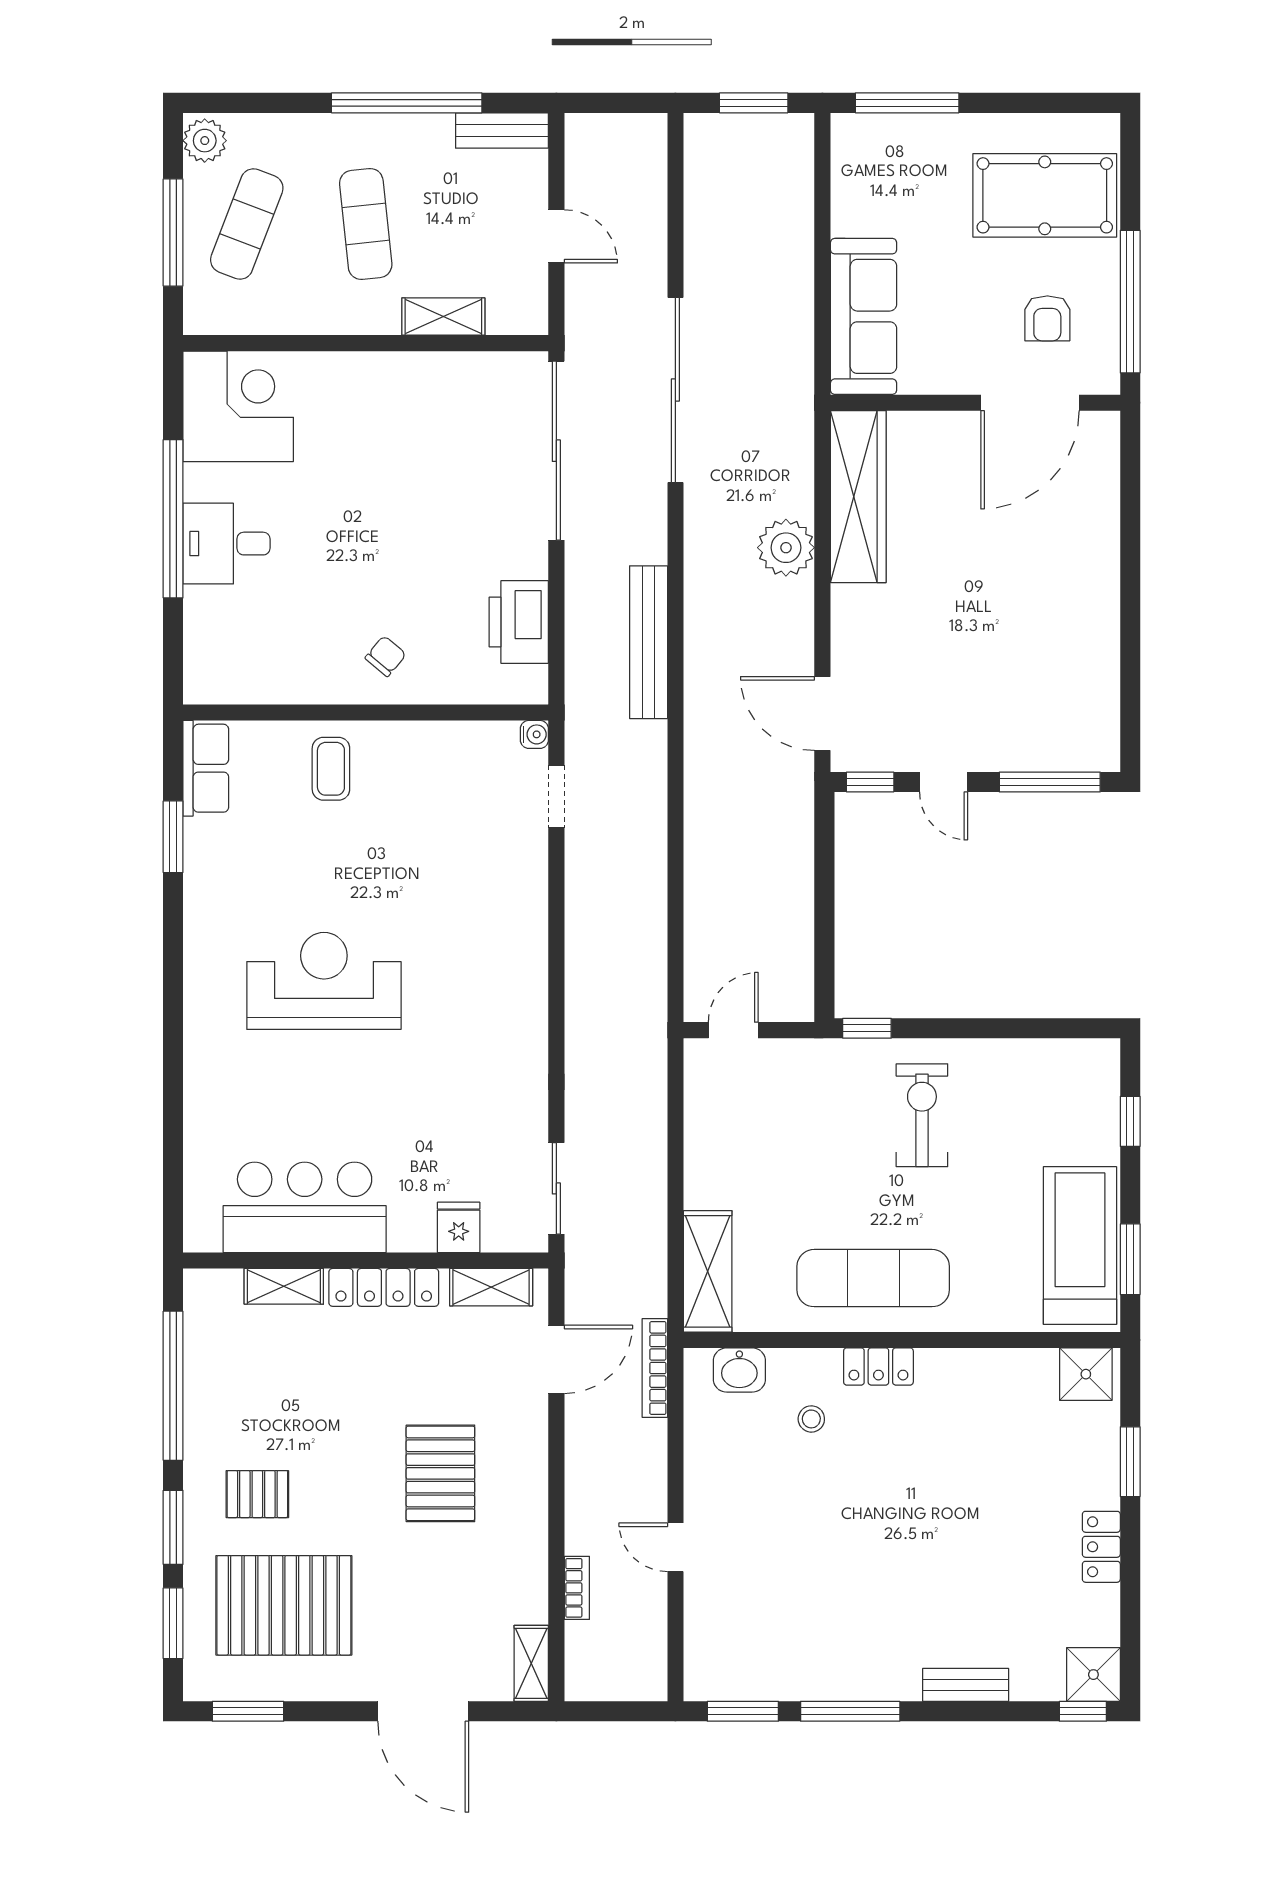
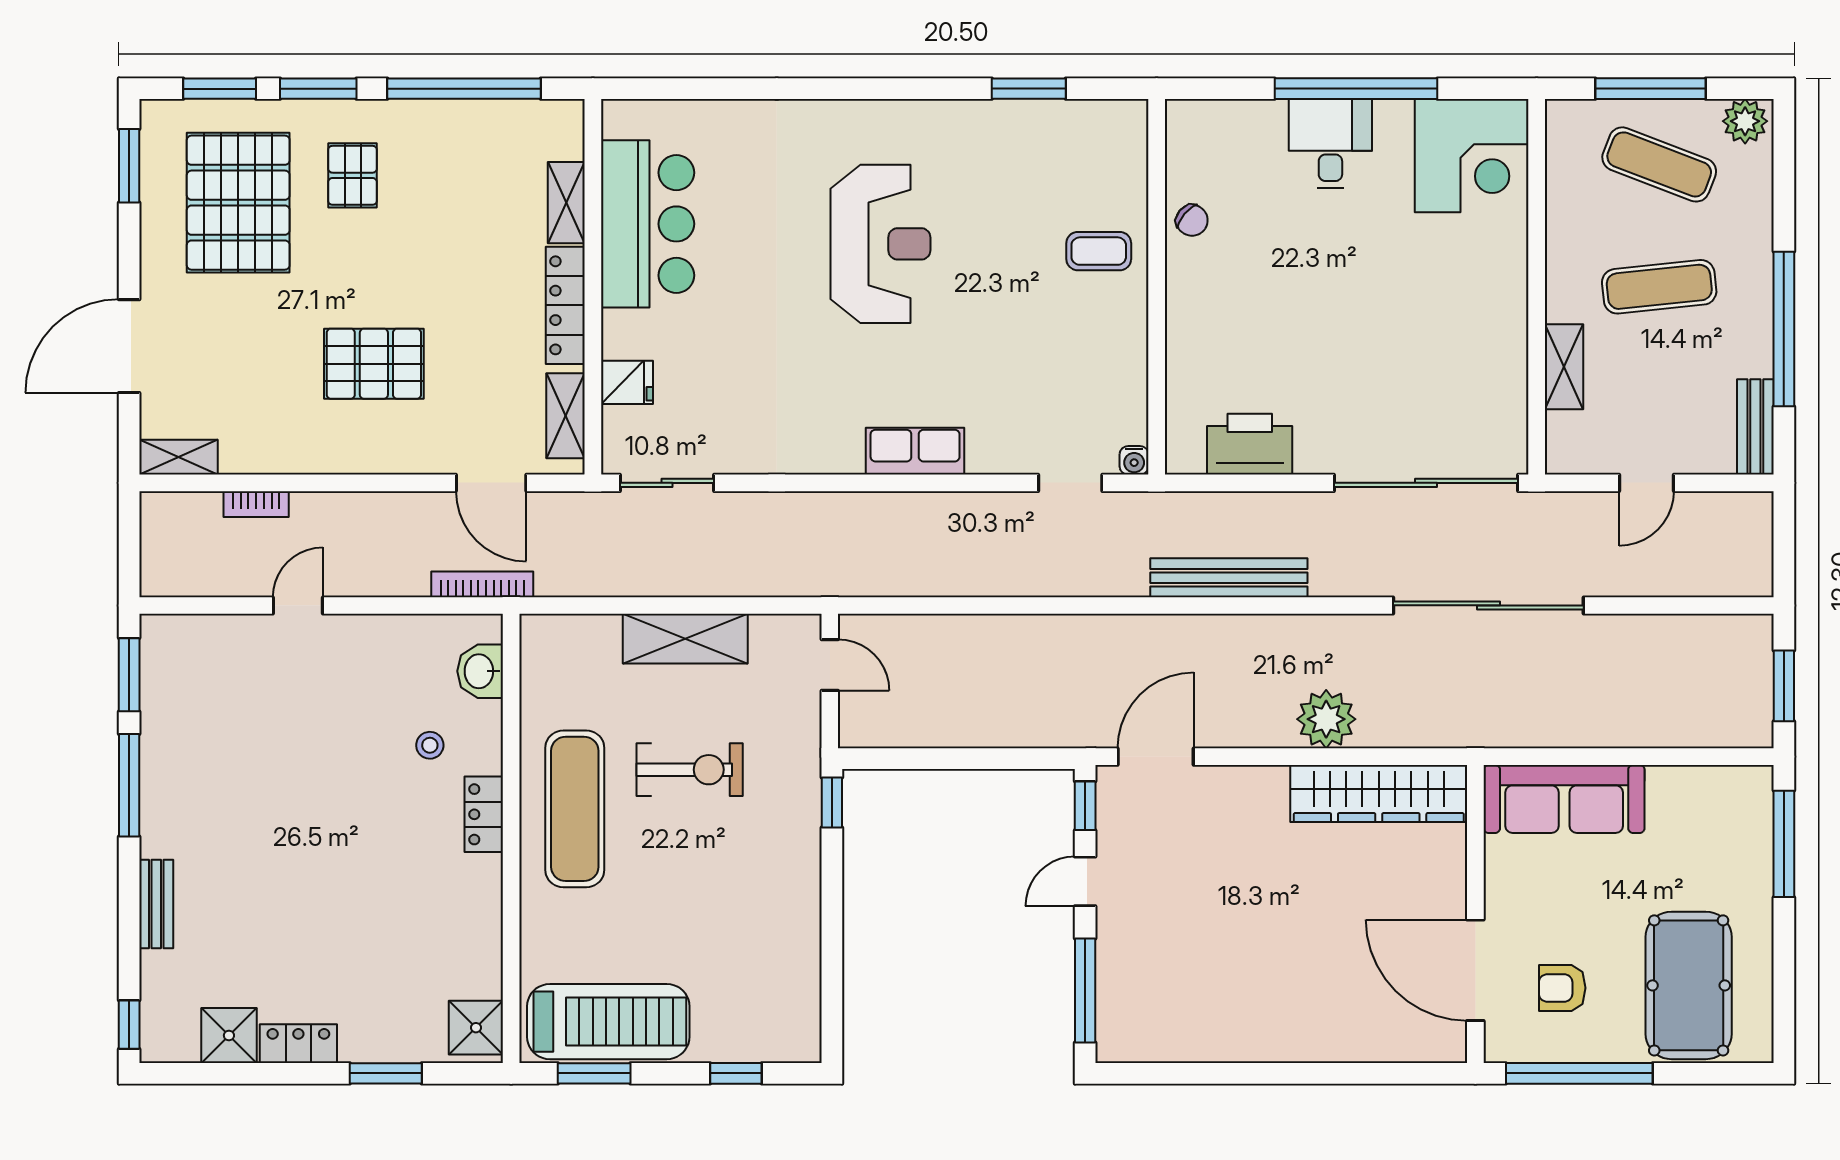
chair: (386, 656) -> (1192, 220), moved
row of seats: (206, 768) -> (915, 451), moved, turned 180
exercise bike: (922, 1115) -> (690, 770), moved
shelving: (708, 1271) -> (685, 639), moved
shower: (1093, 1675) -> (229, 1035), moved

